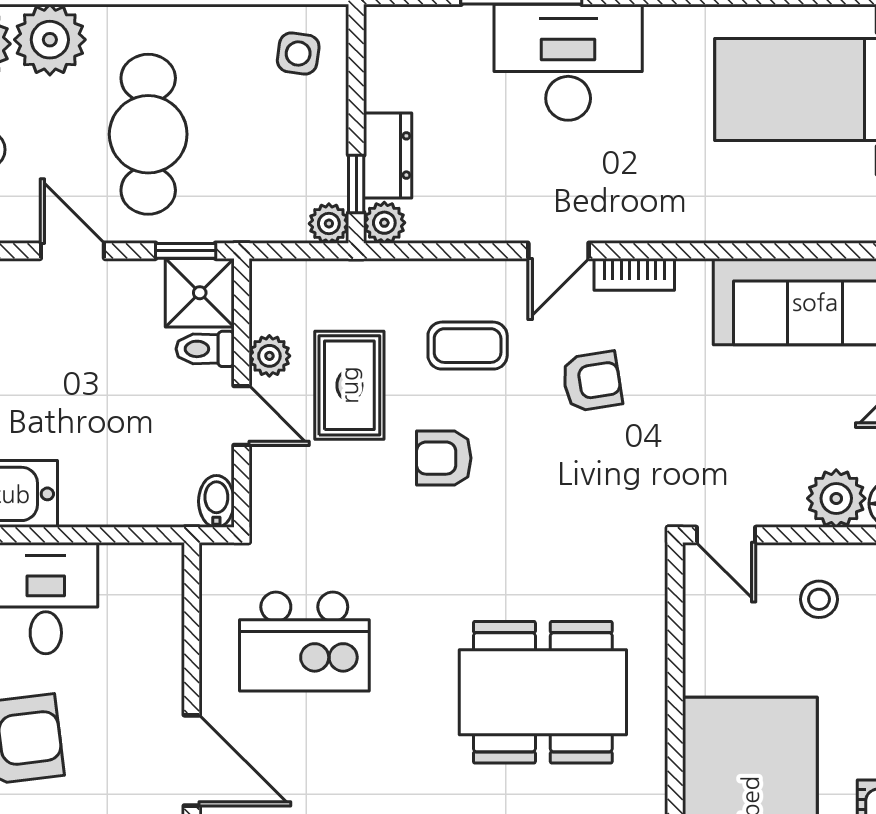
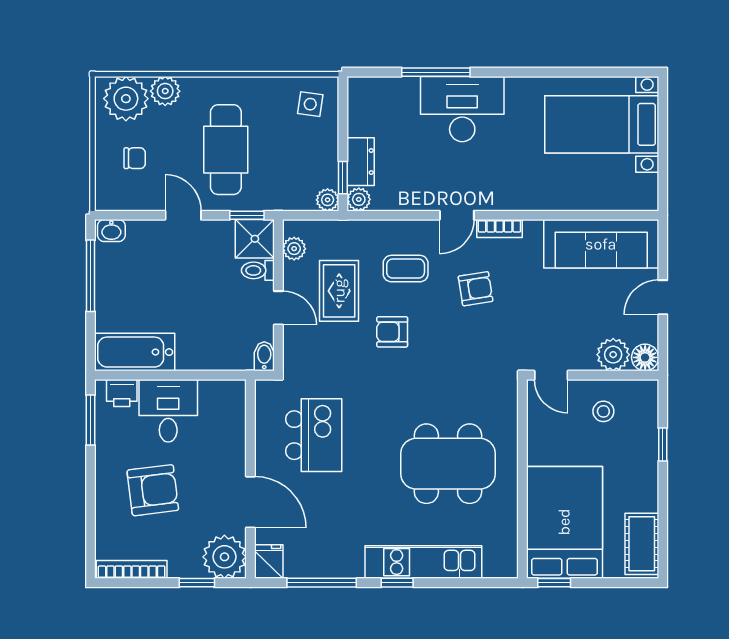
plant: (50, 40) -> (165, 91), width x0.73, depth x0.73
plant: (269, 356) -> (294, 249), moved
kitchen island: (304, 642) -> (314, 435), turned -90

